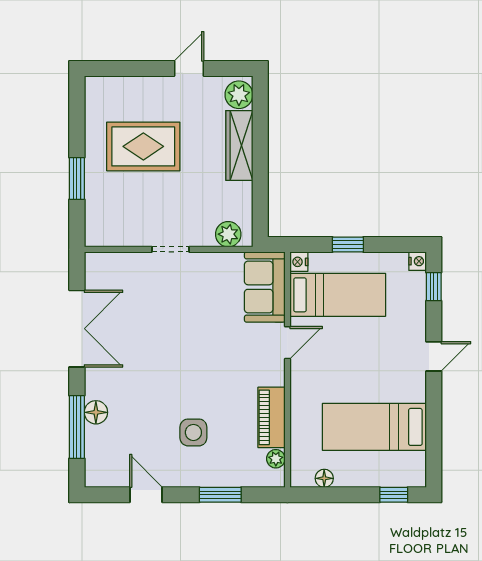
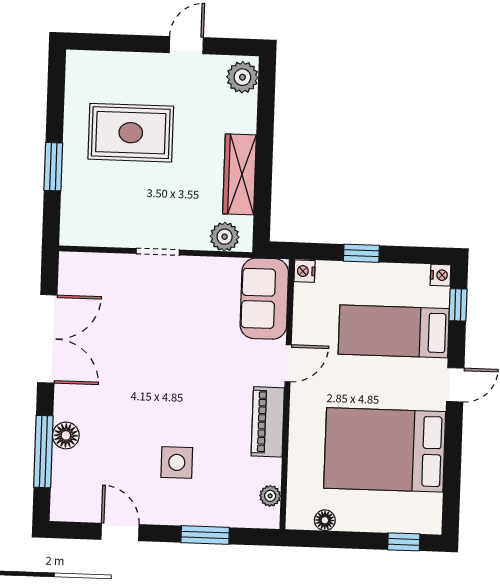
wardrobe: (239, 145) -> (239, 174), moved
bed: (338, 295) -> (394, 331), moved, turned 180
piano: (272, 417) -> (268, 422), moved
bed: (374, 427) -> (385, 450), width x1.50

